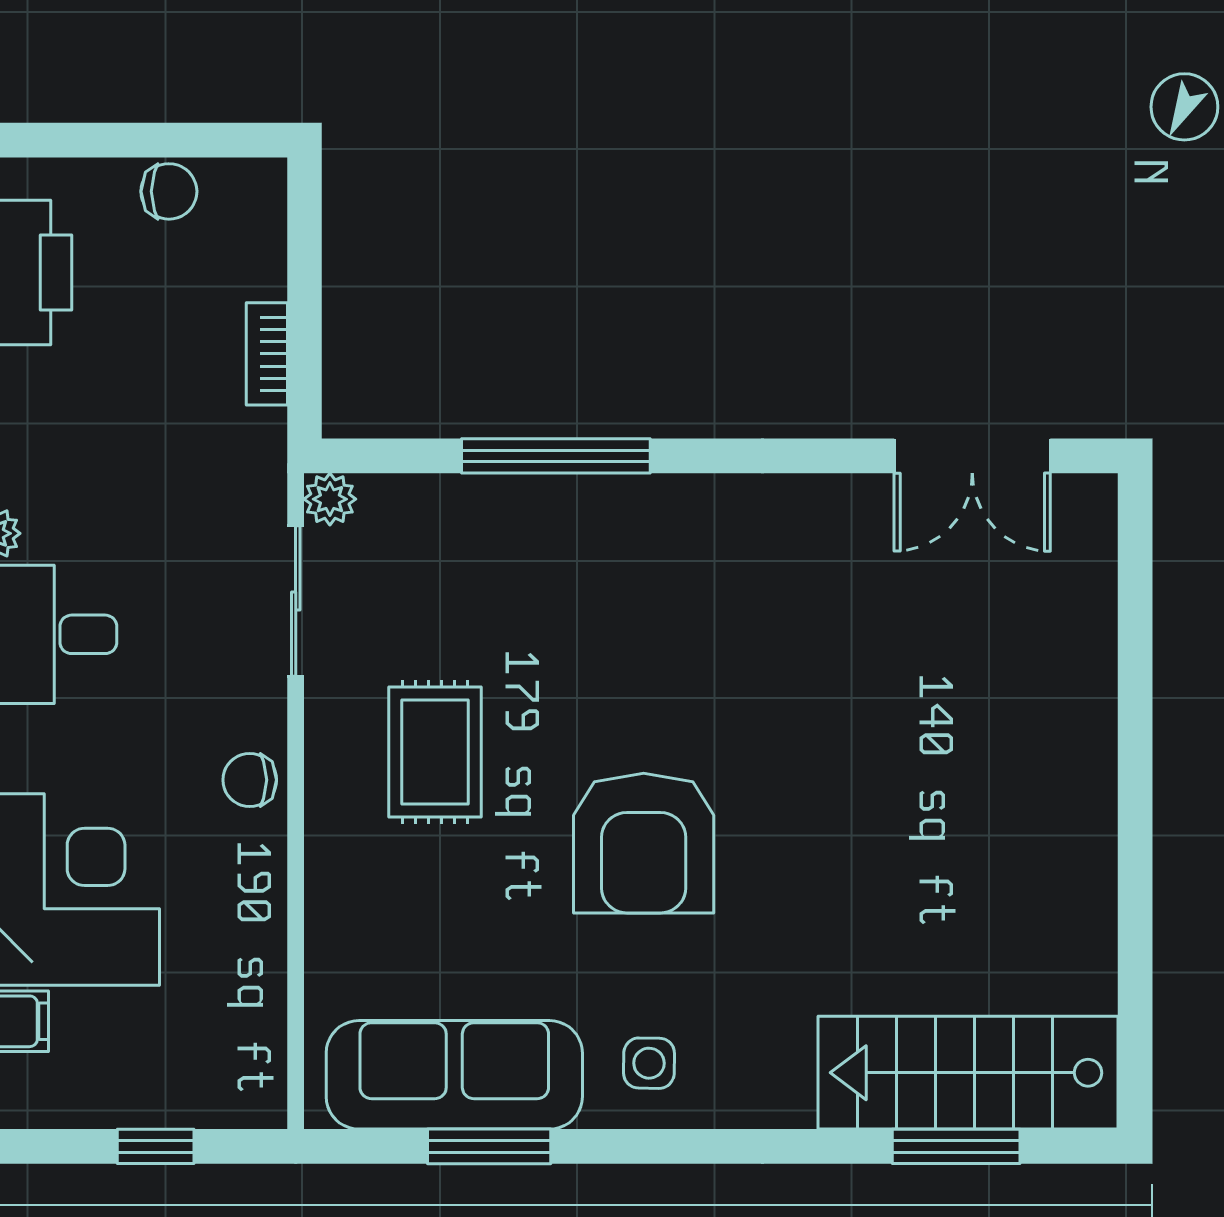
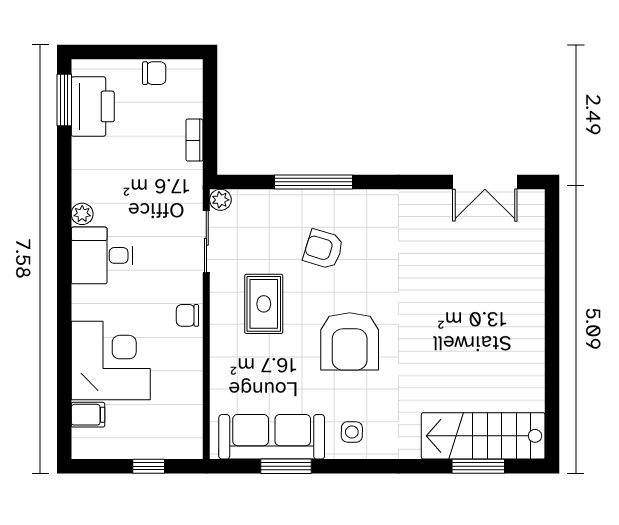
armchair: (580, 619) -> (323, 249), added

